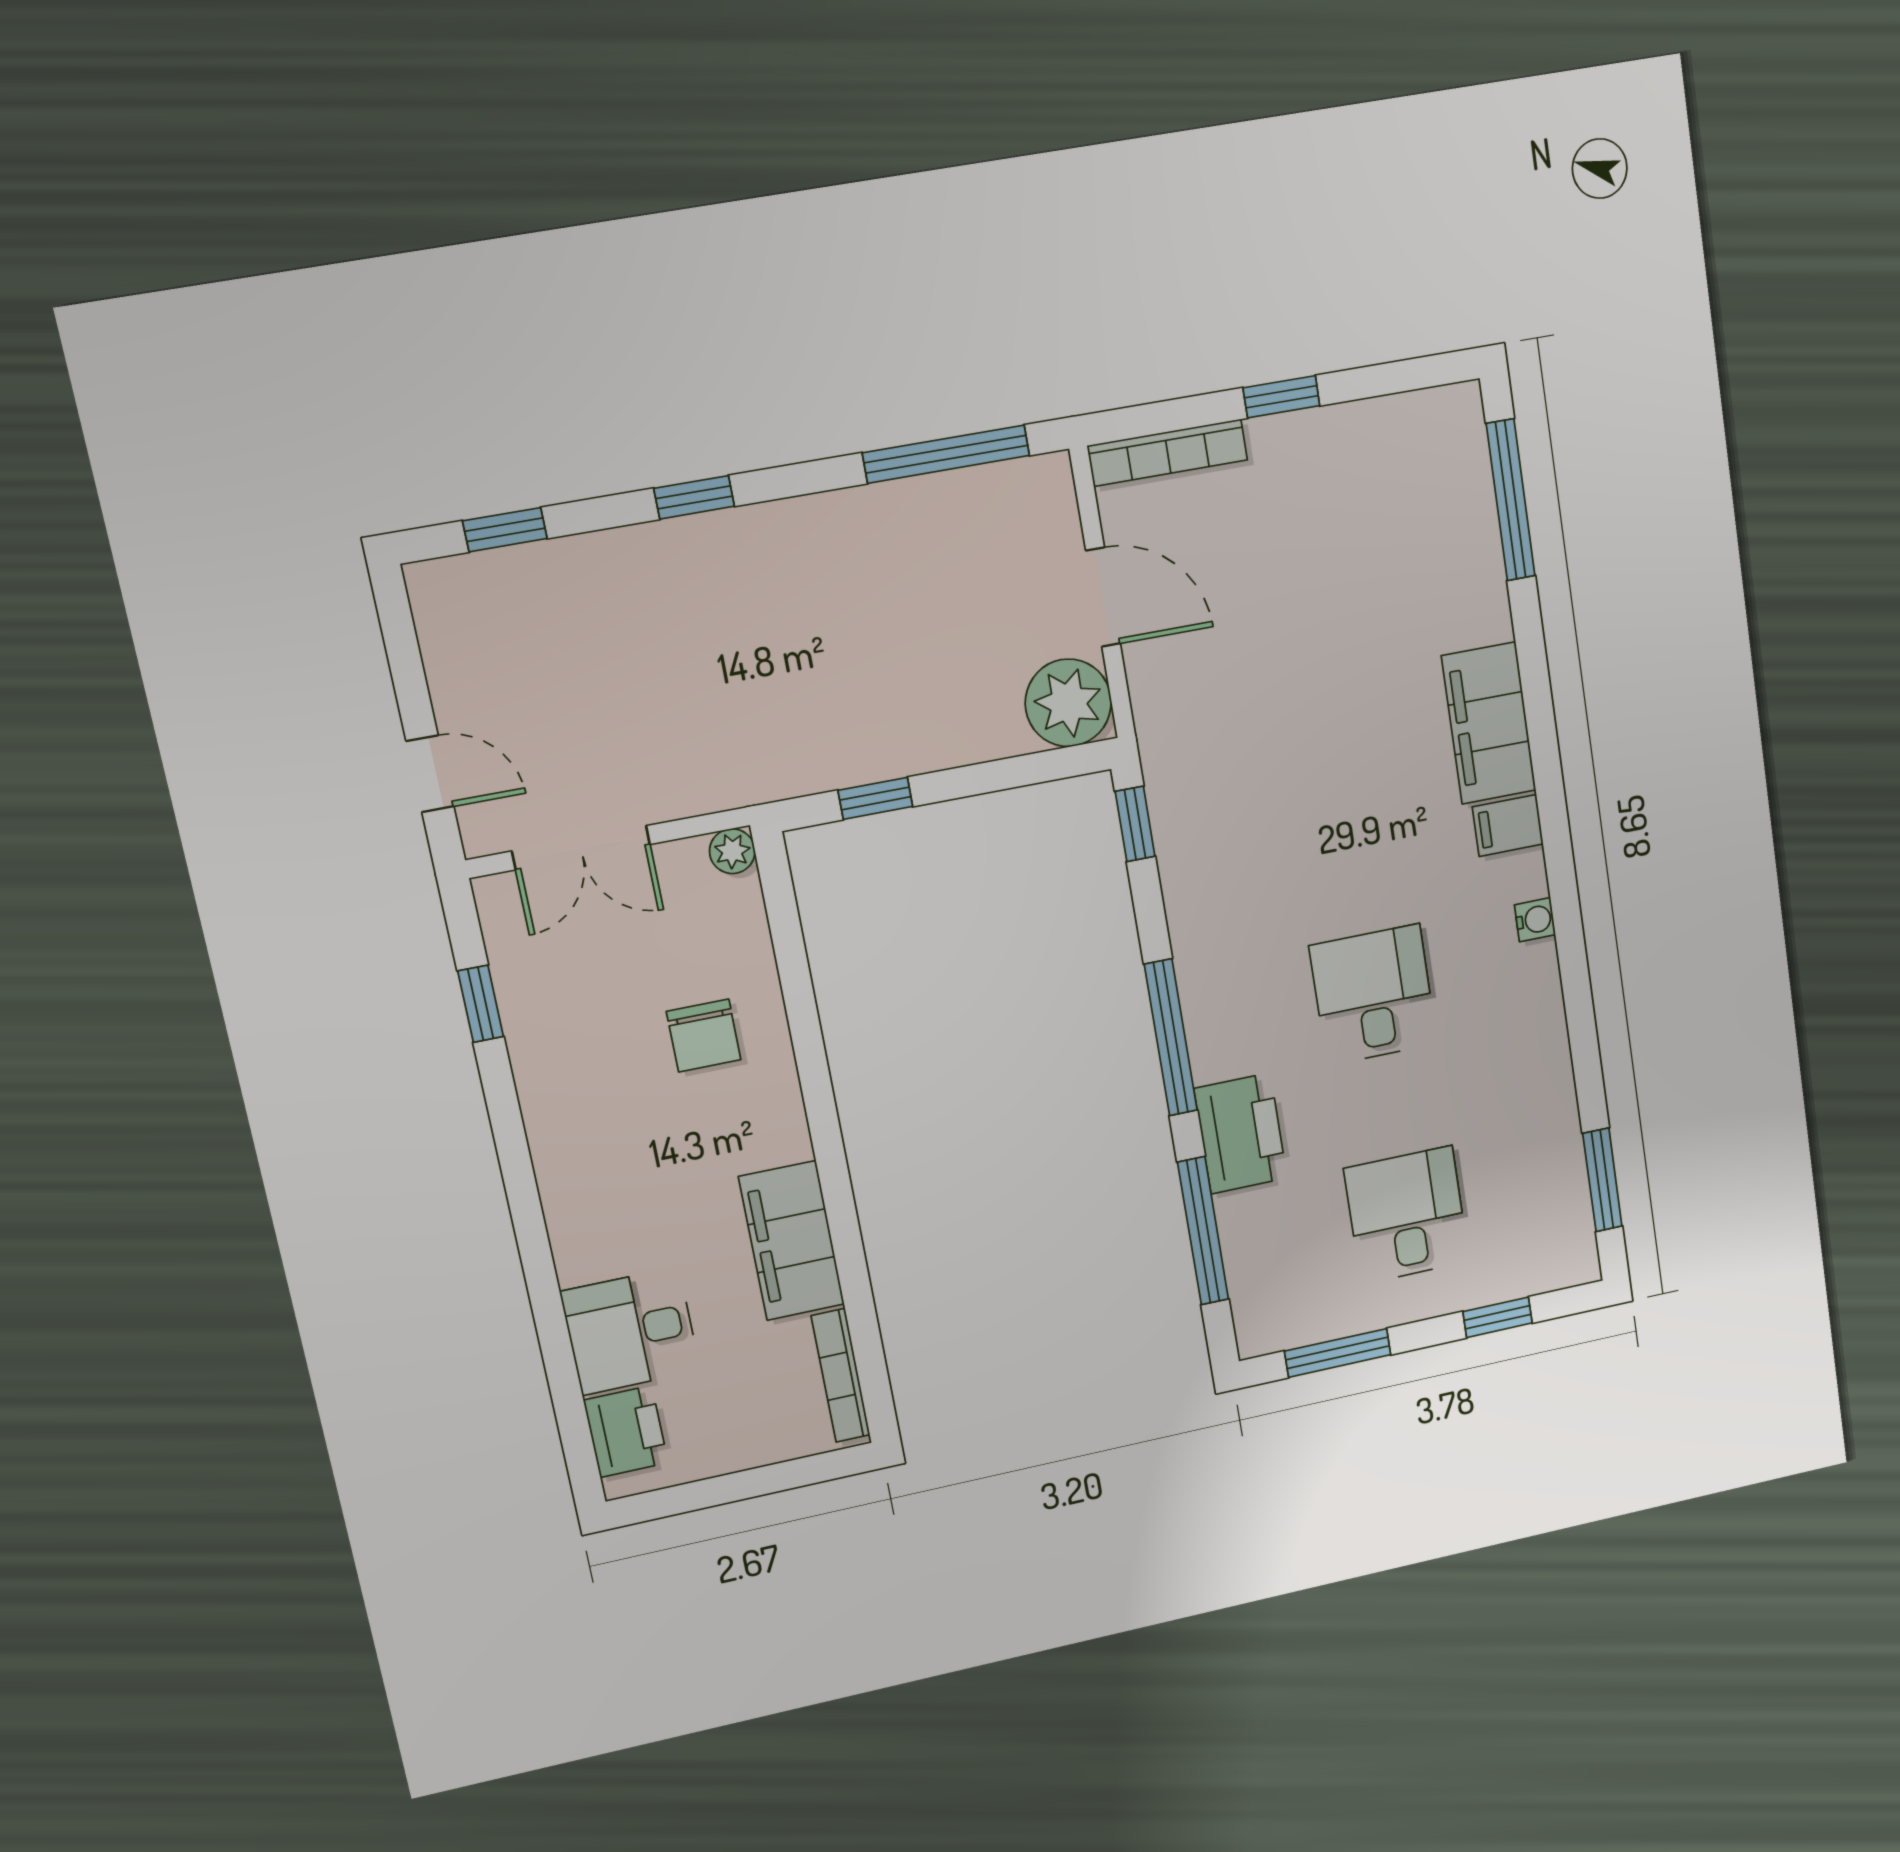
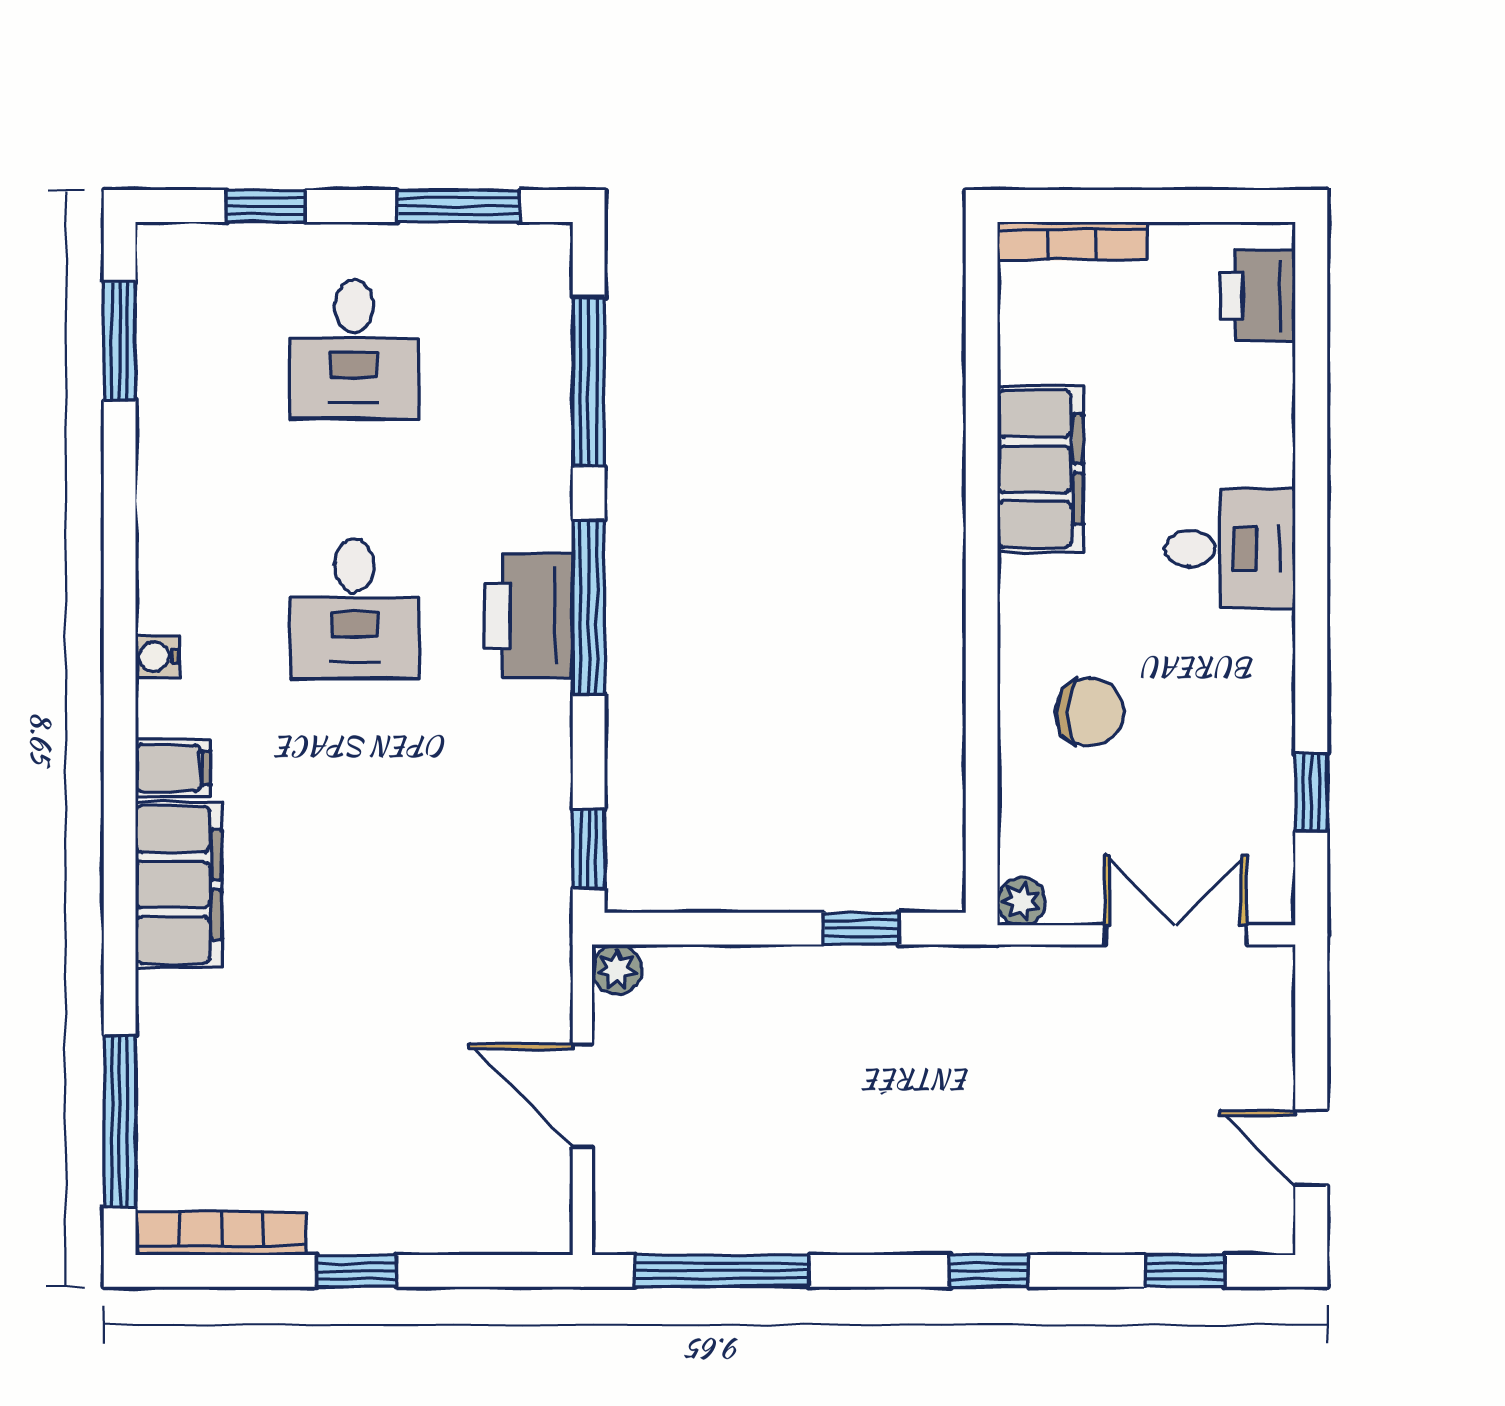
bookcase: (1167, 453) -> (222, 1233), moved
plant: (1068, 703) -> (617, 969), width x0.53, depth x0.53
door: (430, 774) -> (1311, 1148), moved
chair: (704, 1036) -> (1089, 712), turned 90
printer: (1241, 1133) -> (528, 616), moved
desk: (630, 1331) -> (1230, 549), moved
bookcase: (841, 1375) -> (1072, 241), moved, turned 90

